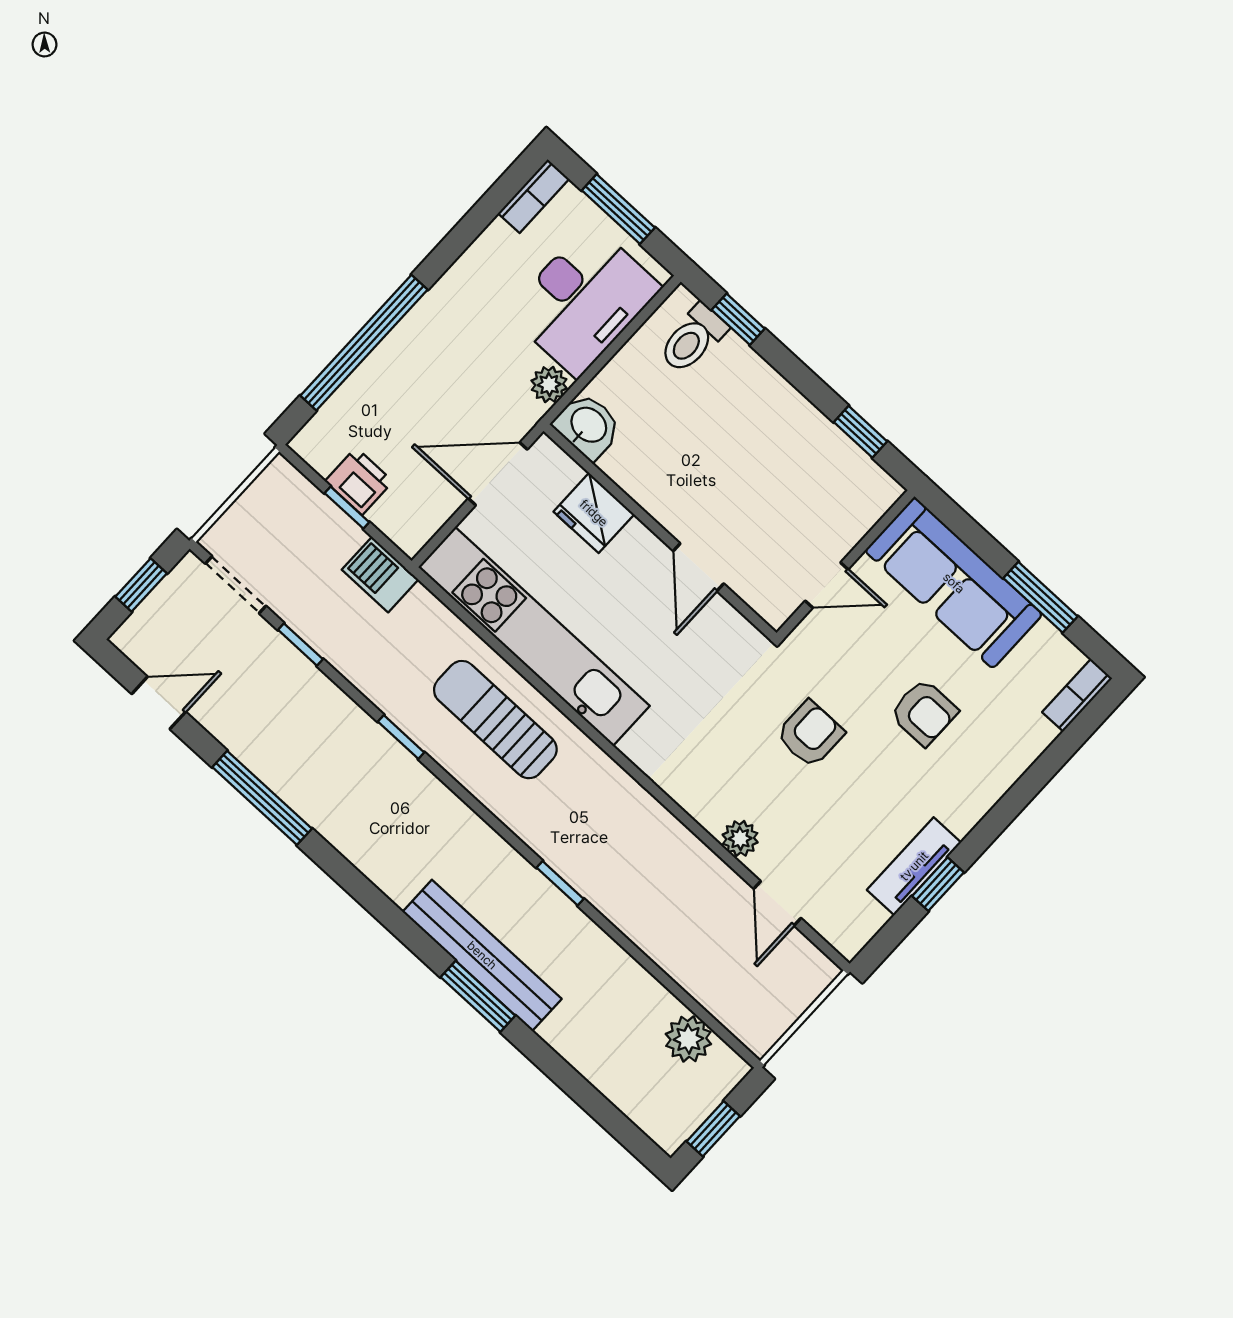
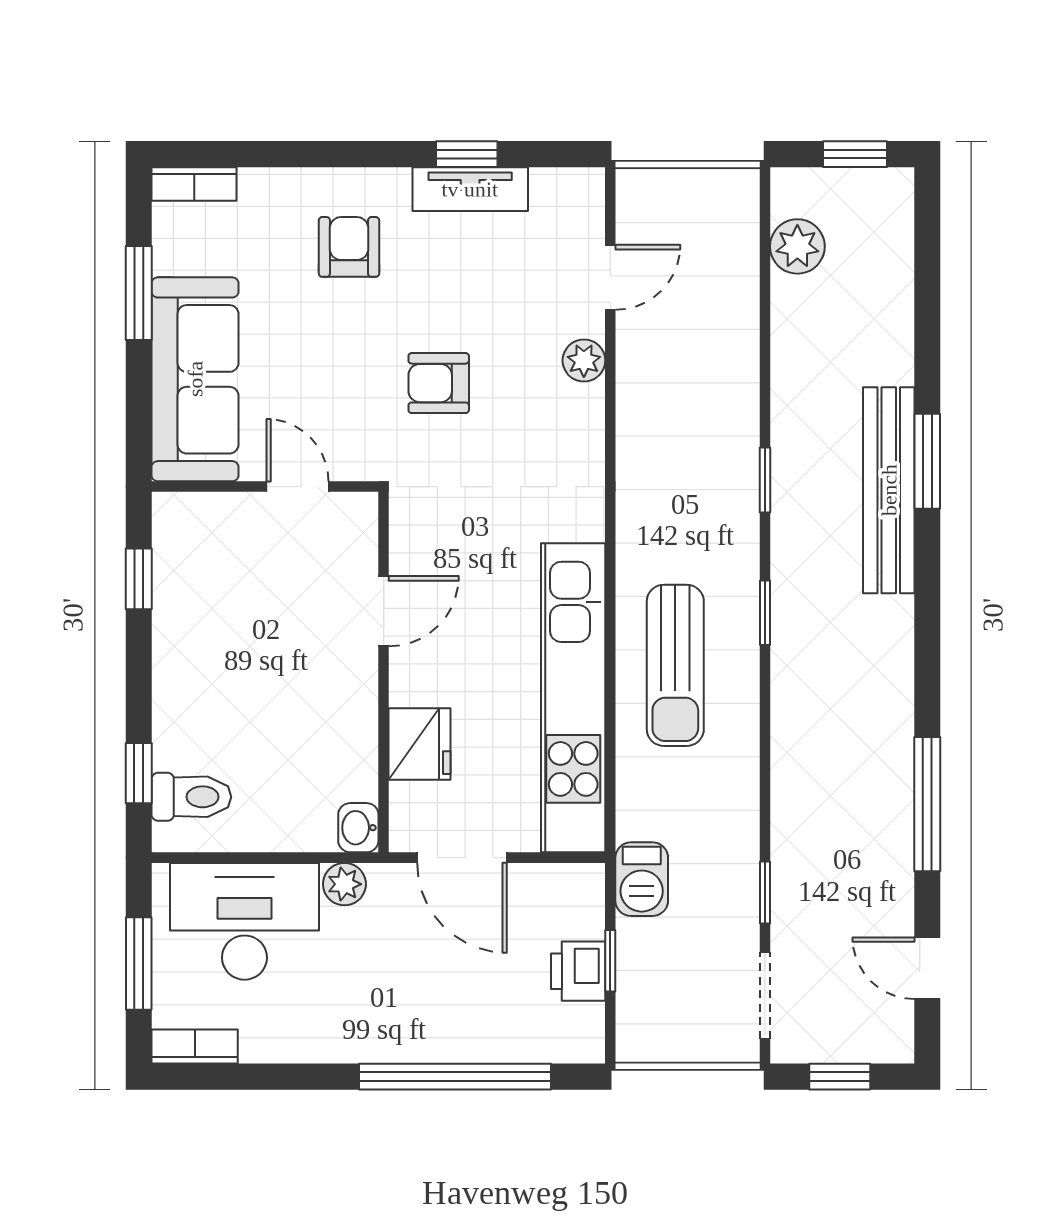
washbasin: (588, 426) -> (358, 828), width x0.72, depth x0.69
armchair: (924, 712) -> (349, 247), moved
window: (401, 737) -> (765, 613), moved

